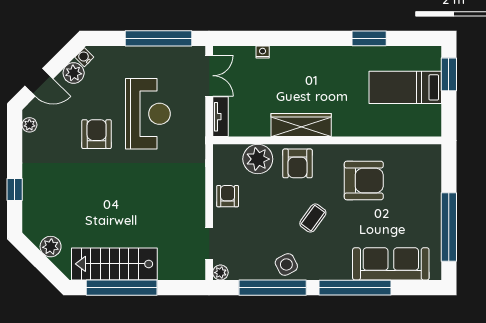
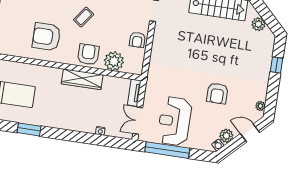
reception desk: (148, 114) -> (175, 121), moved

